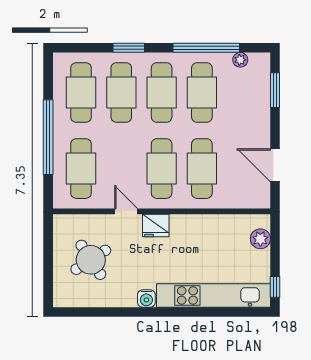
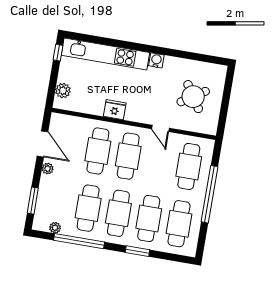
plant: (263, 135) -> (48, 169), added
fridge: (156, 226) -> (115, 110), moved

